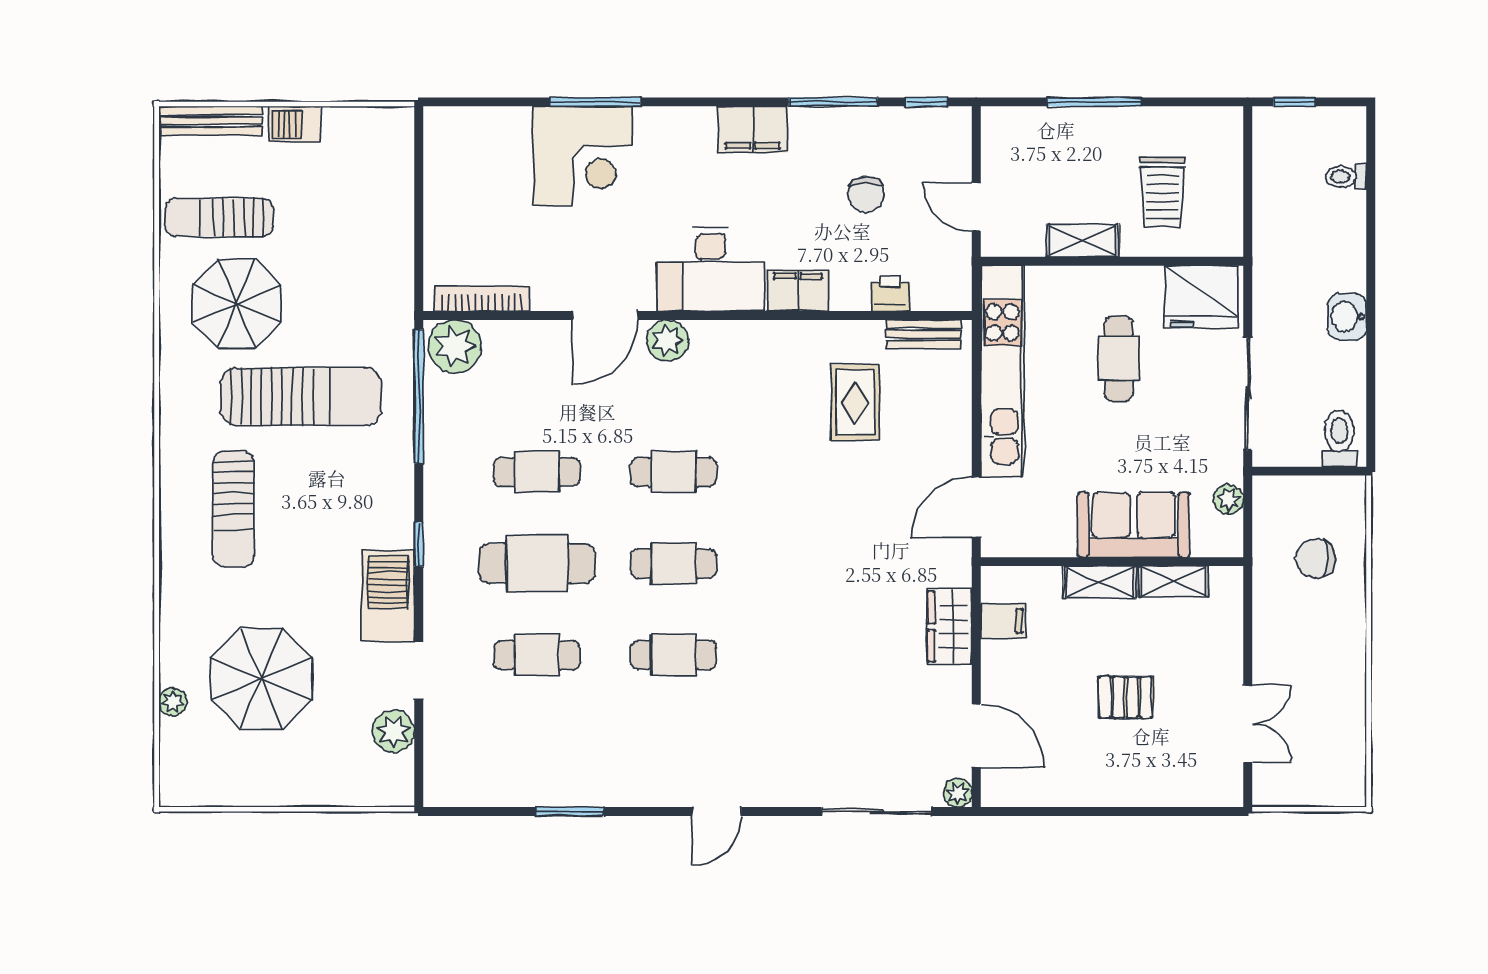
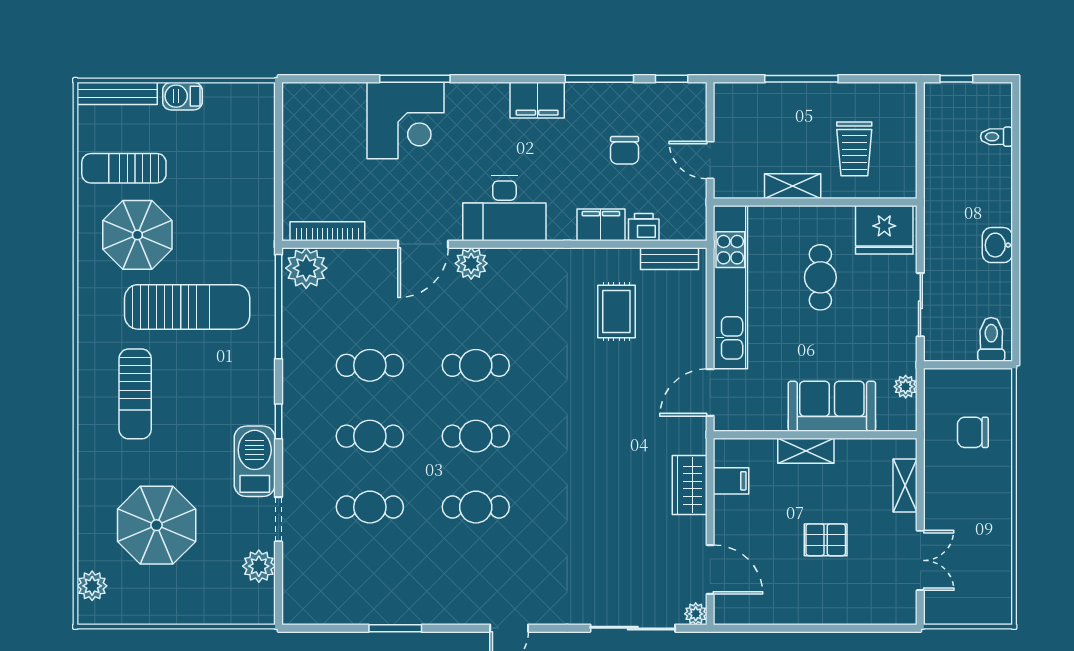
filing cabinet: (798, 291) -> (601, 225), moved
sliding door: (1248, 394) -> (920, 305), width x0.73
cafe table: (537, 563) -> (370, 436), width x0.73, depth x0.74
shelving: (1173, 581) -> (905, 486), moved, turned 90
plant: (173, 702) -> (92, 586), moved, width x1.38, depth x1.38

